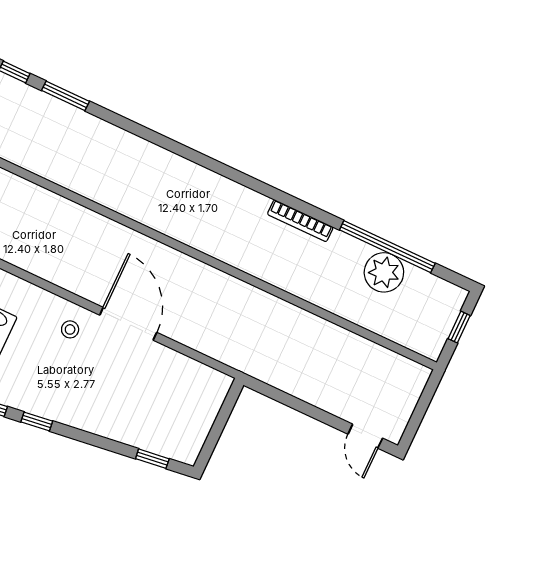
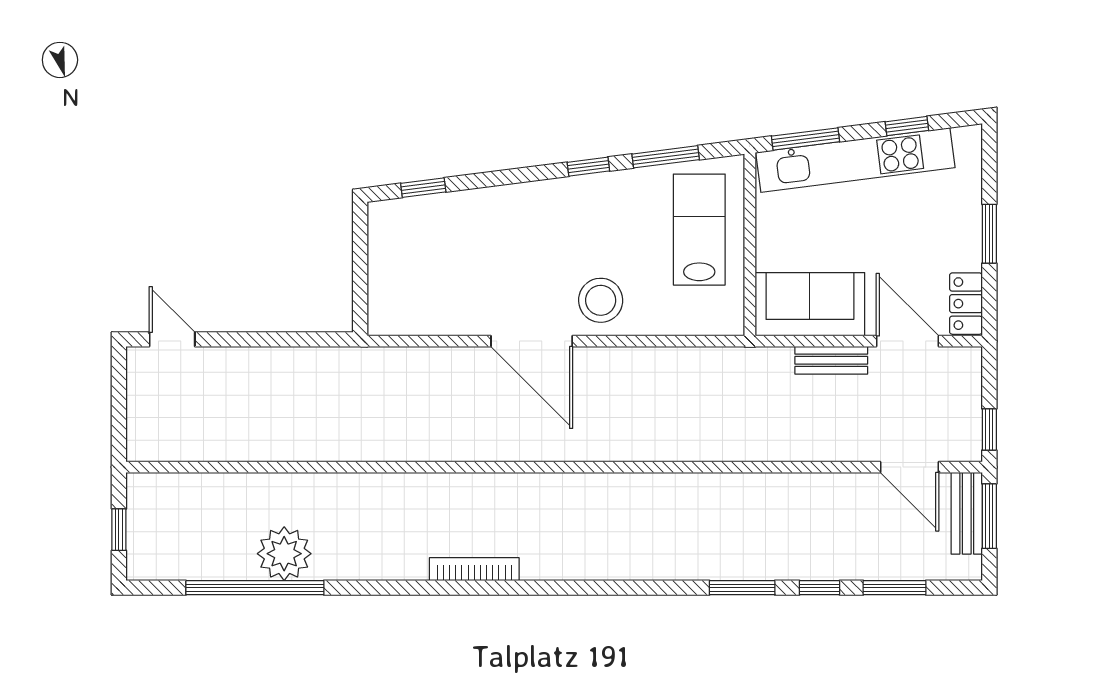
bookcase: (300, 221) -> (474, 569), moved
plant: (384, 272) -> (284, 554), moved
stool: (70, 329) -> (601, 300), width x1.89, depth x1.89

